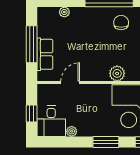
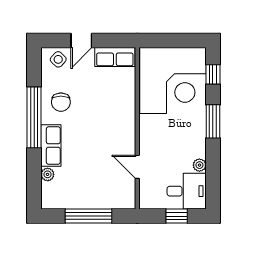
chair: (121, 23) -> (61, 102), turned -90
row of seats: (45, 54) -> (51, 146), moved, turned 90
plant: (117, 73) -> (126, 107), removed

